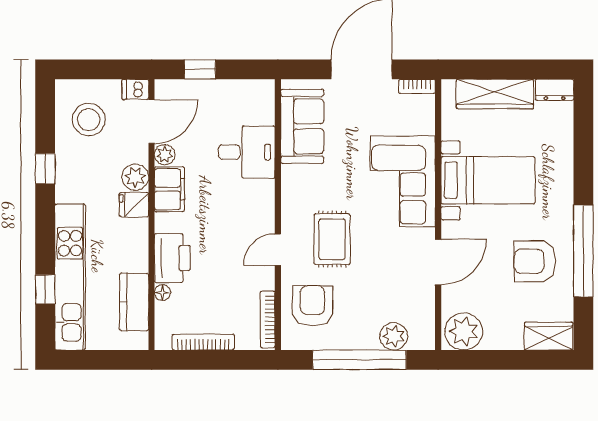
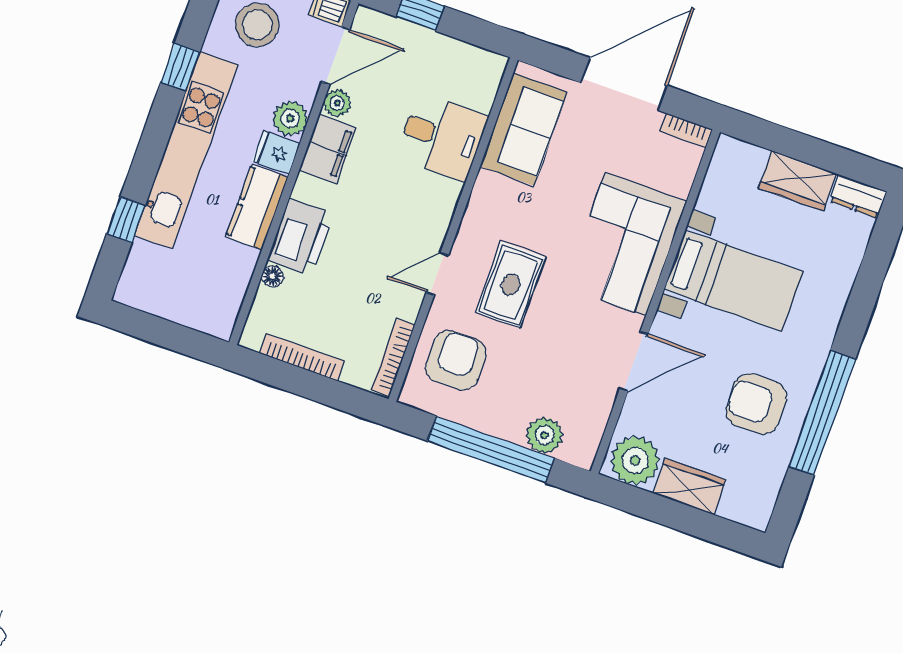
wardrobe: (495, 94) -> (797, 181), width x0.67
kitchen unit: (70, 277) -> (186, 150), moved
kitchen counter: (134, 302) -> (257, 207), moved
wardrobe: (549, 336) -> (689, 487), moved

